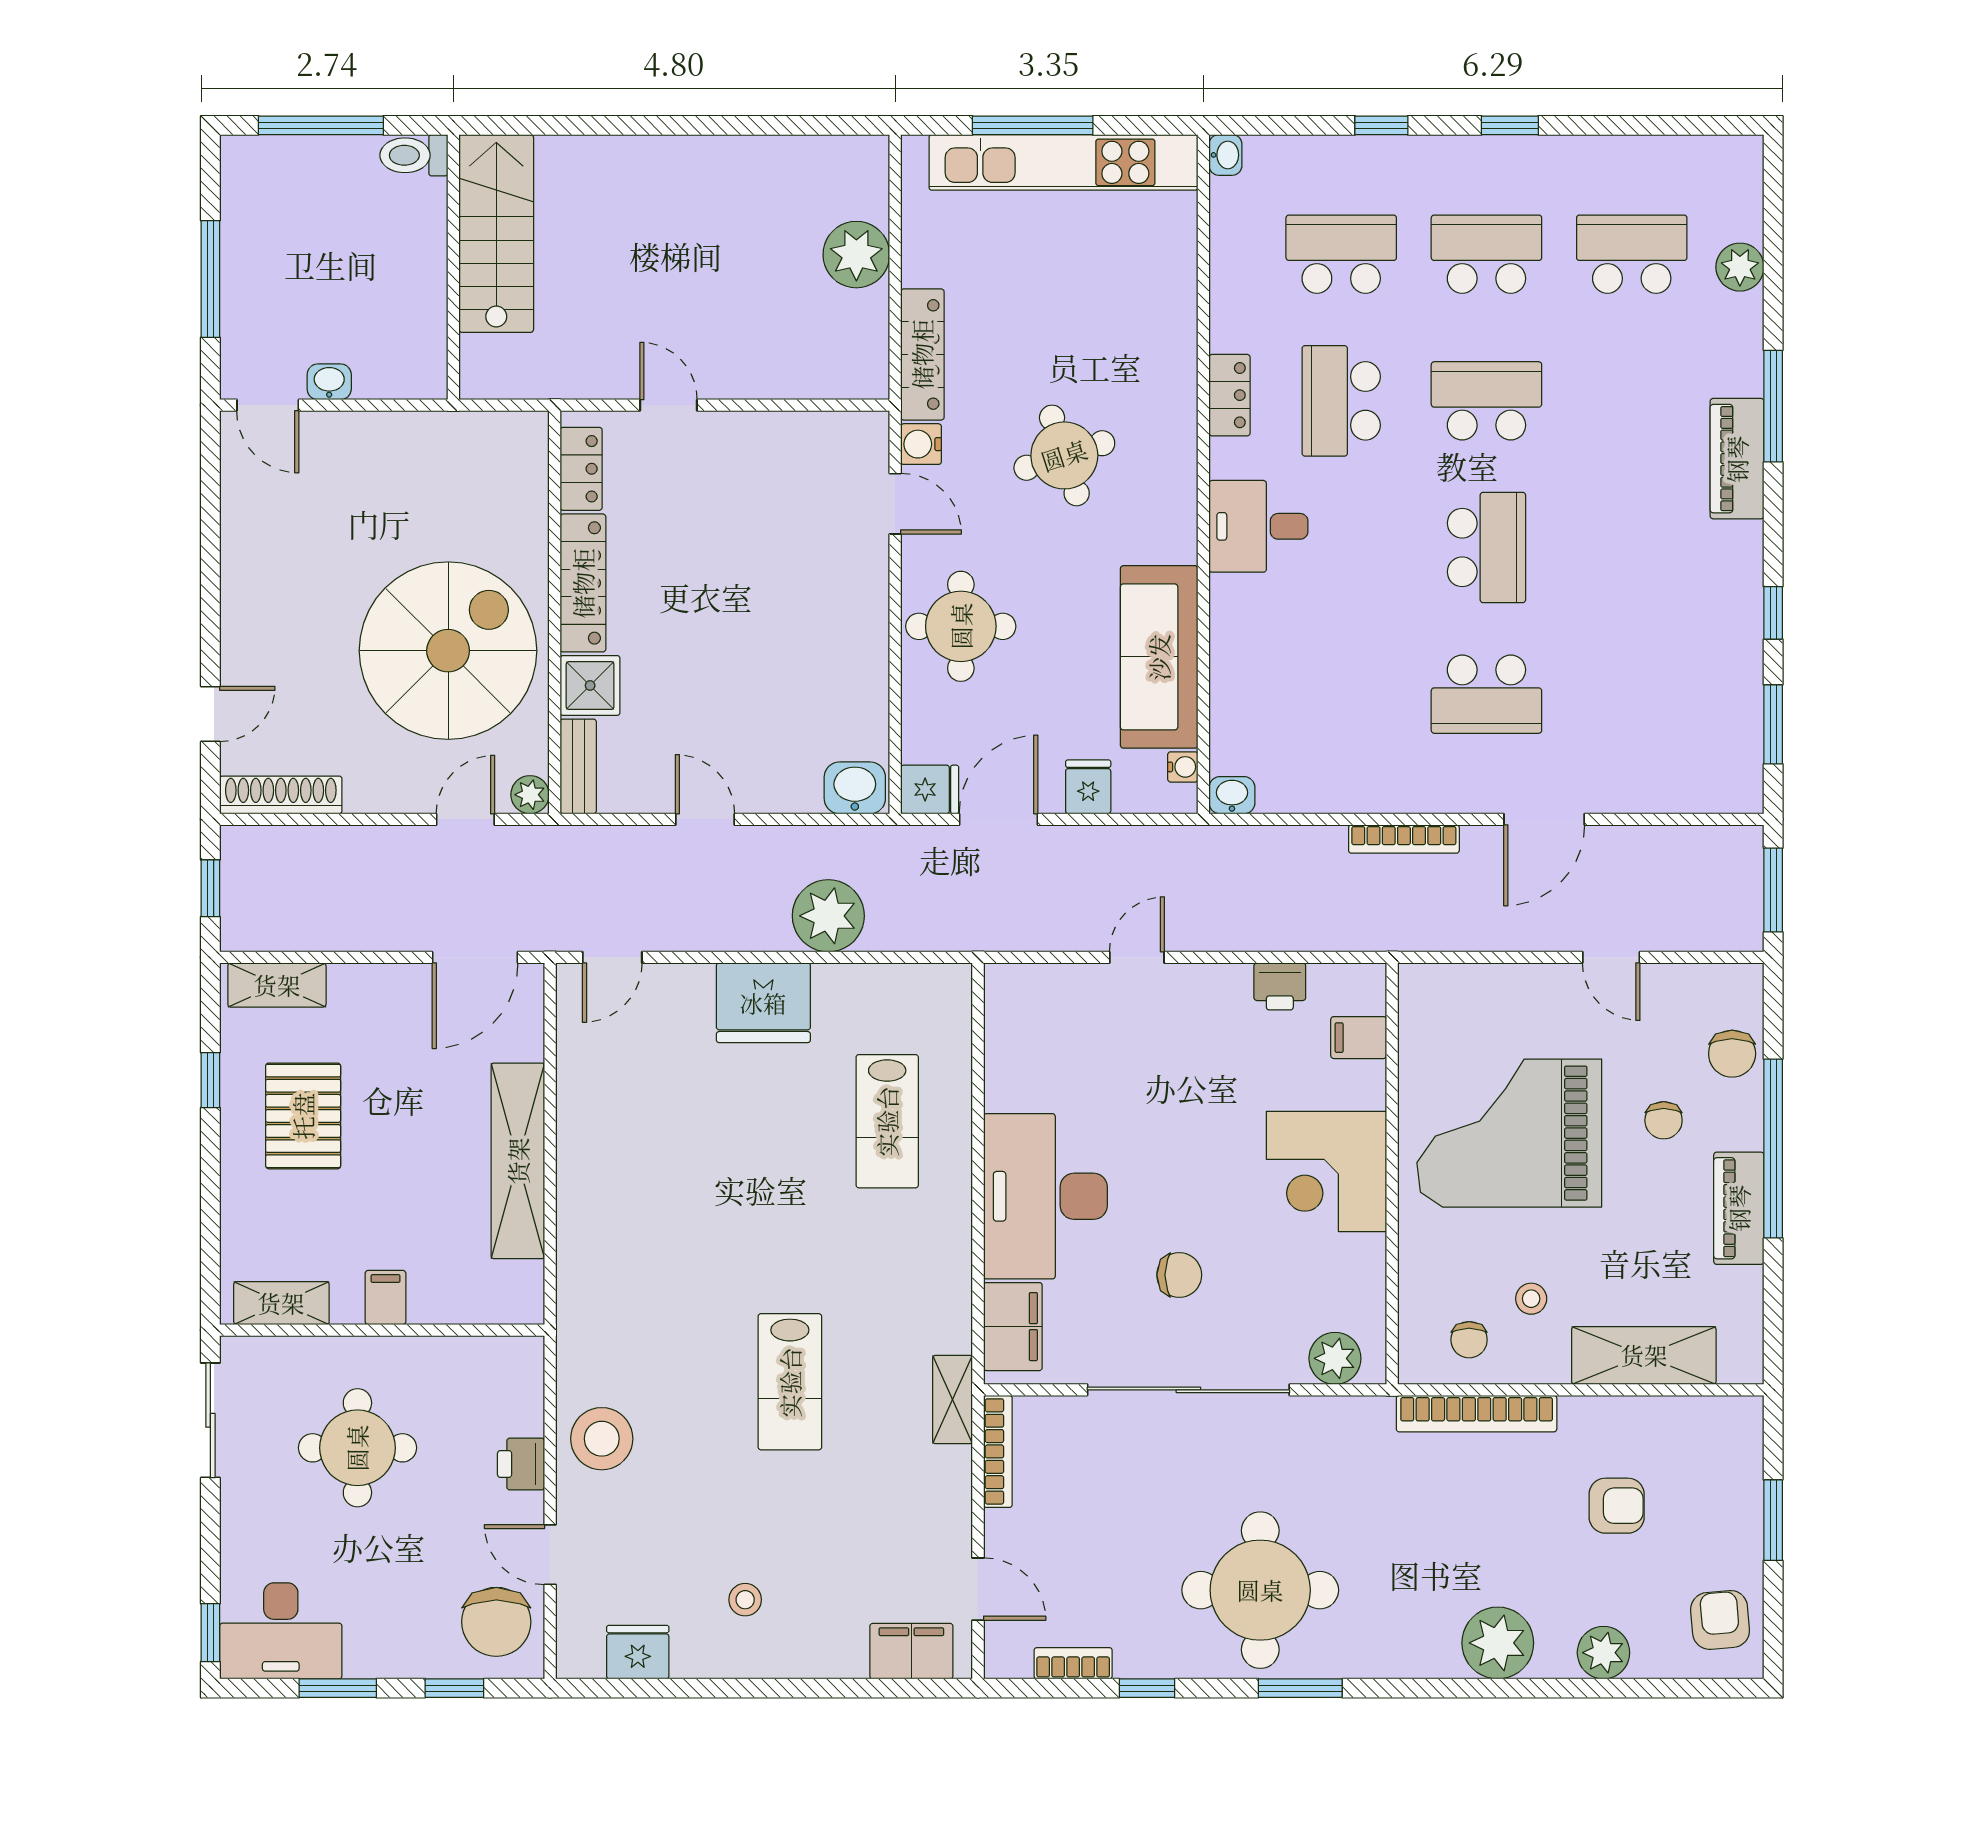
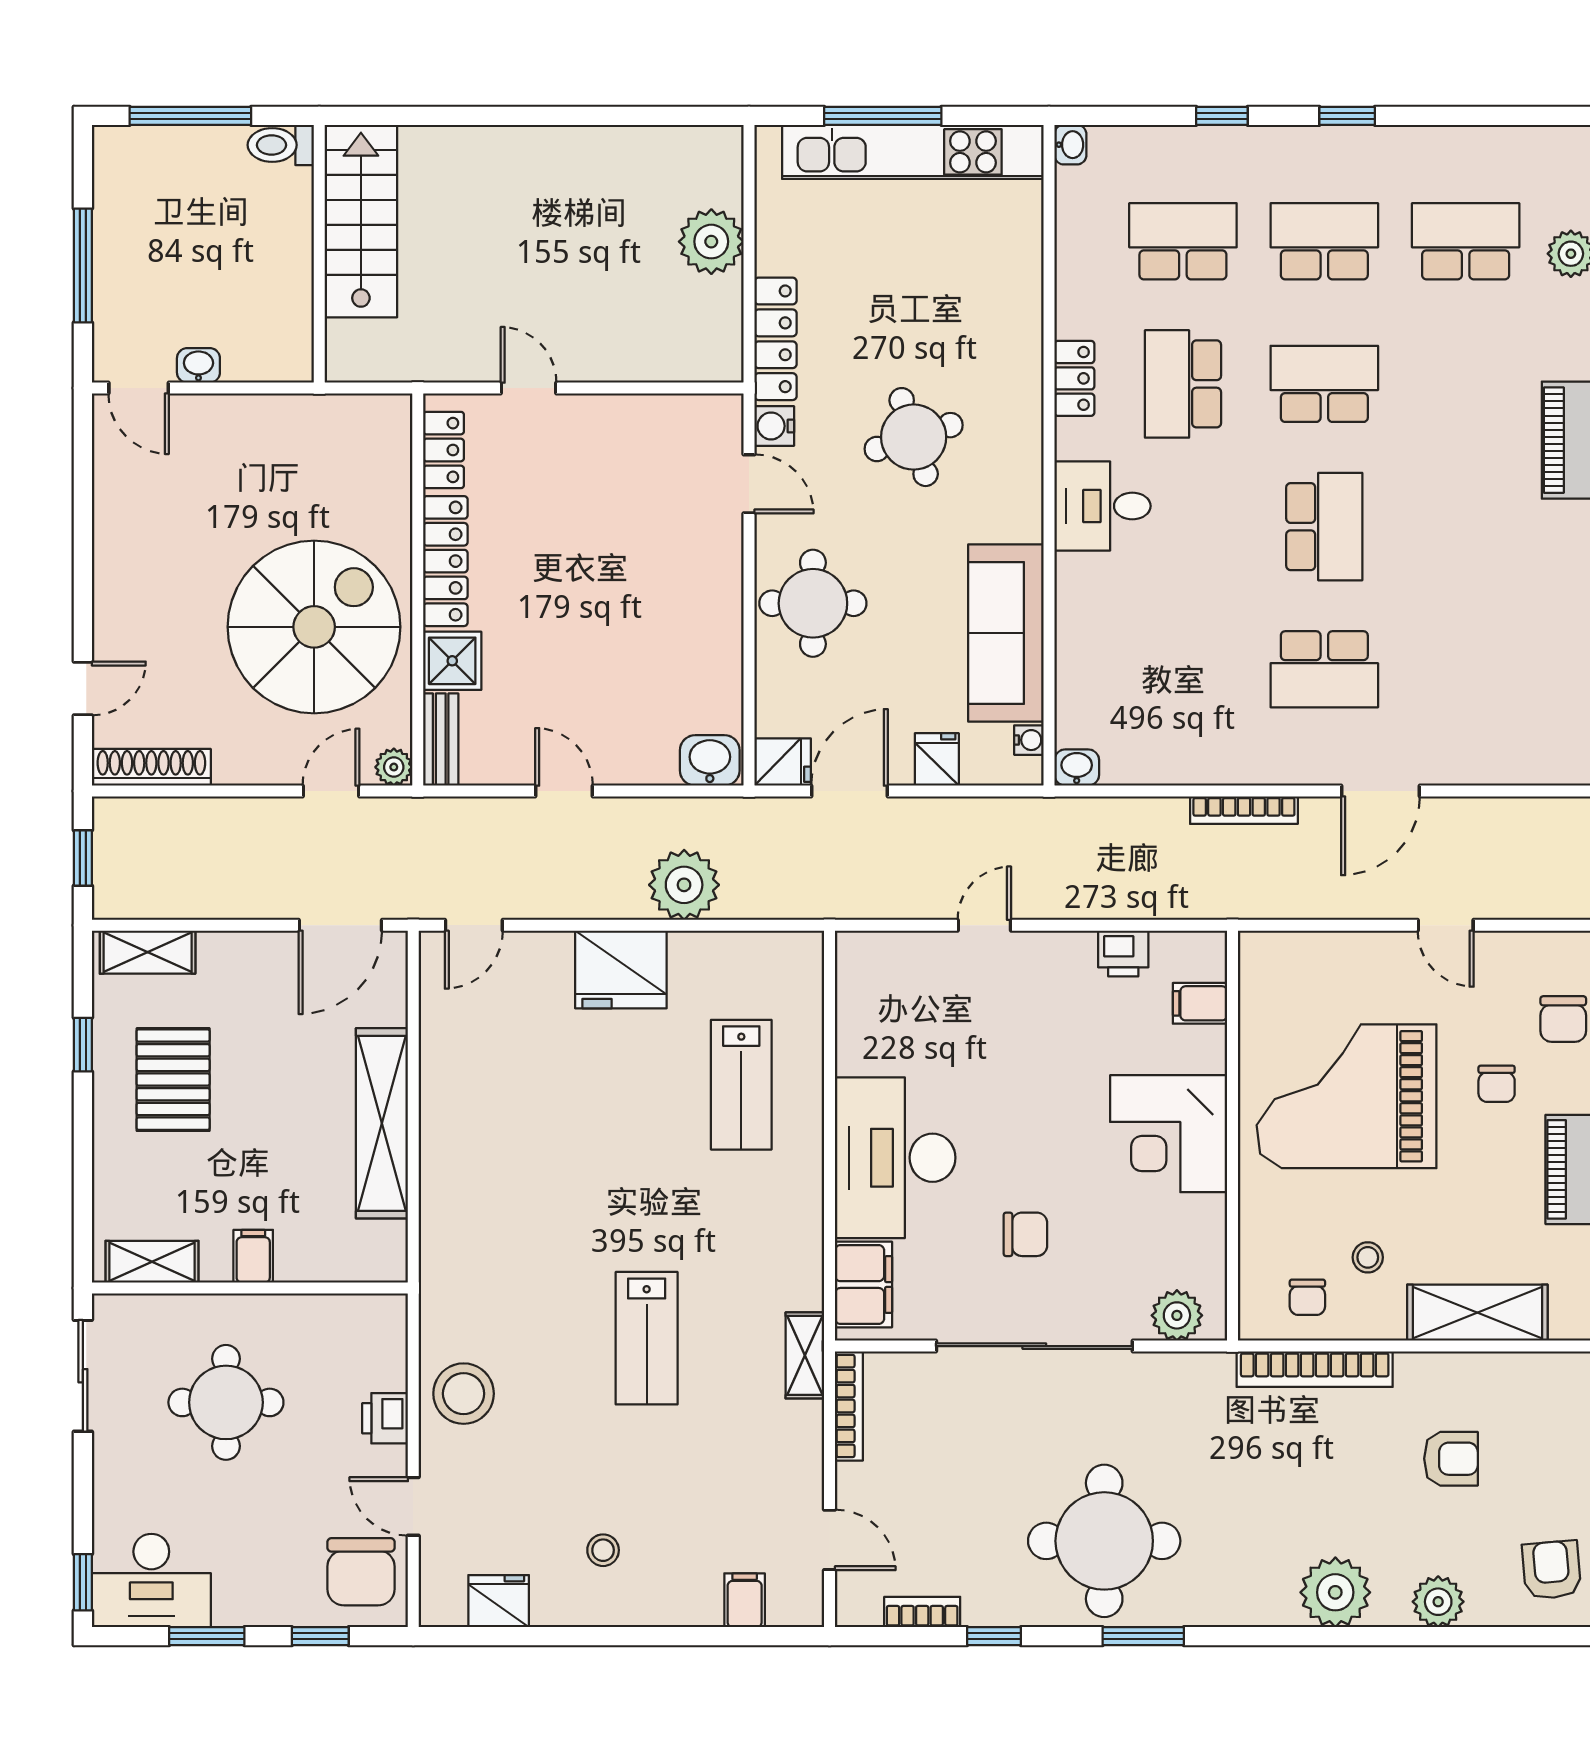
filing cabinet: (911, 1651) -> (745, 1600), width x0.50

